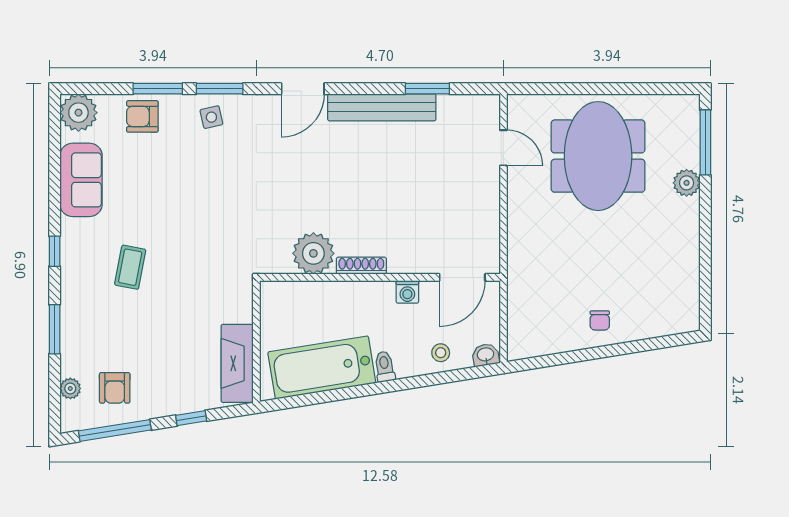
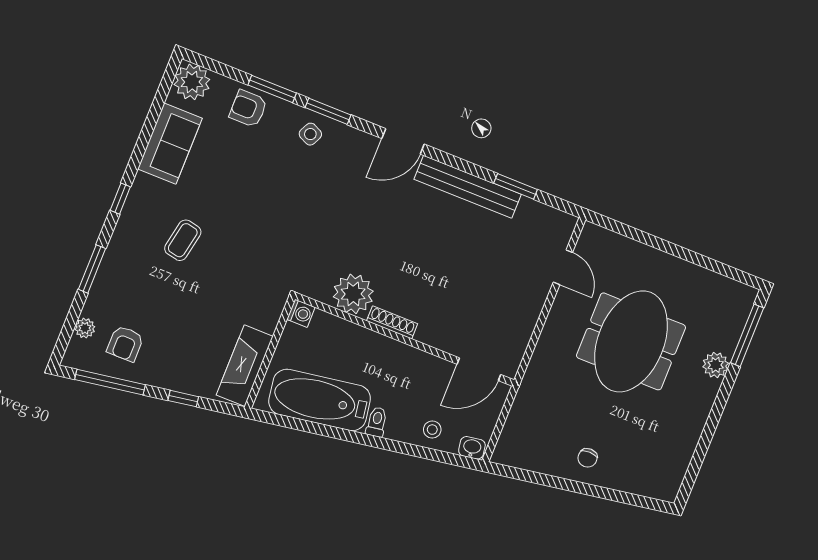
side table: (211, 117) -> (310, 134), turned 38
meeting table: (598, 156) -> (631, 341), moved
washing machine: (407, 292) -> (301, 313), moved, turned -90

